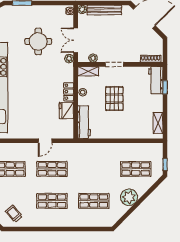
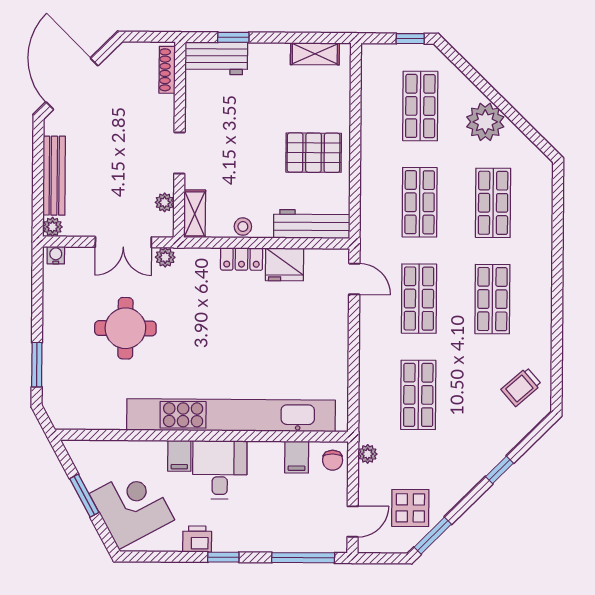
pallet: (114, 99) -> (314, 153), moved
door: (45, 141) -> (354, 279), moved
shop shelf: (94, 169) -> (420, 202), added

